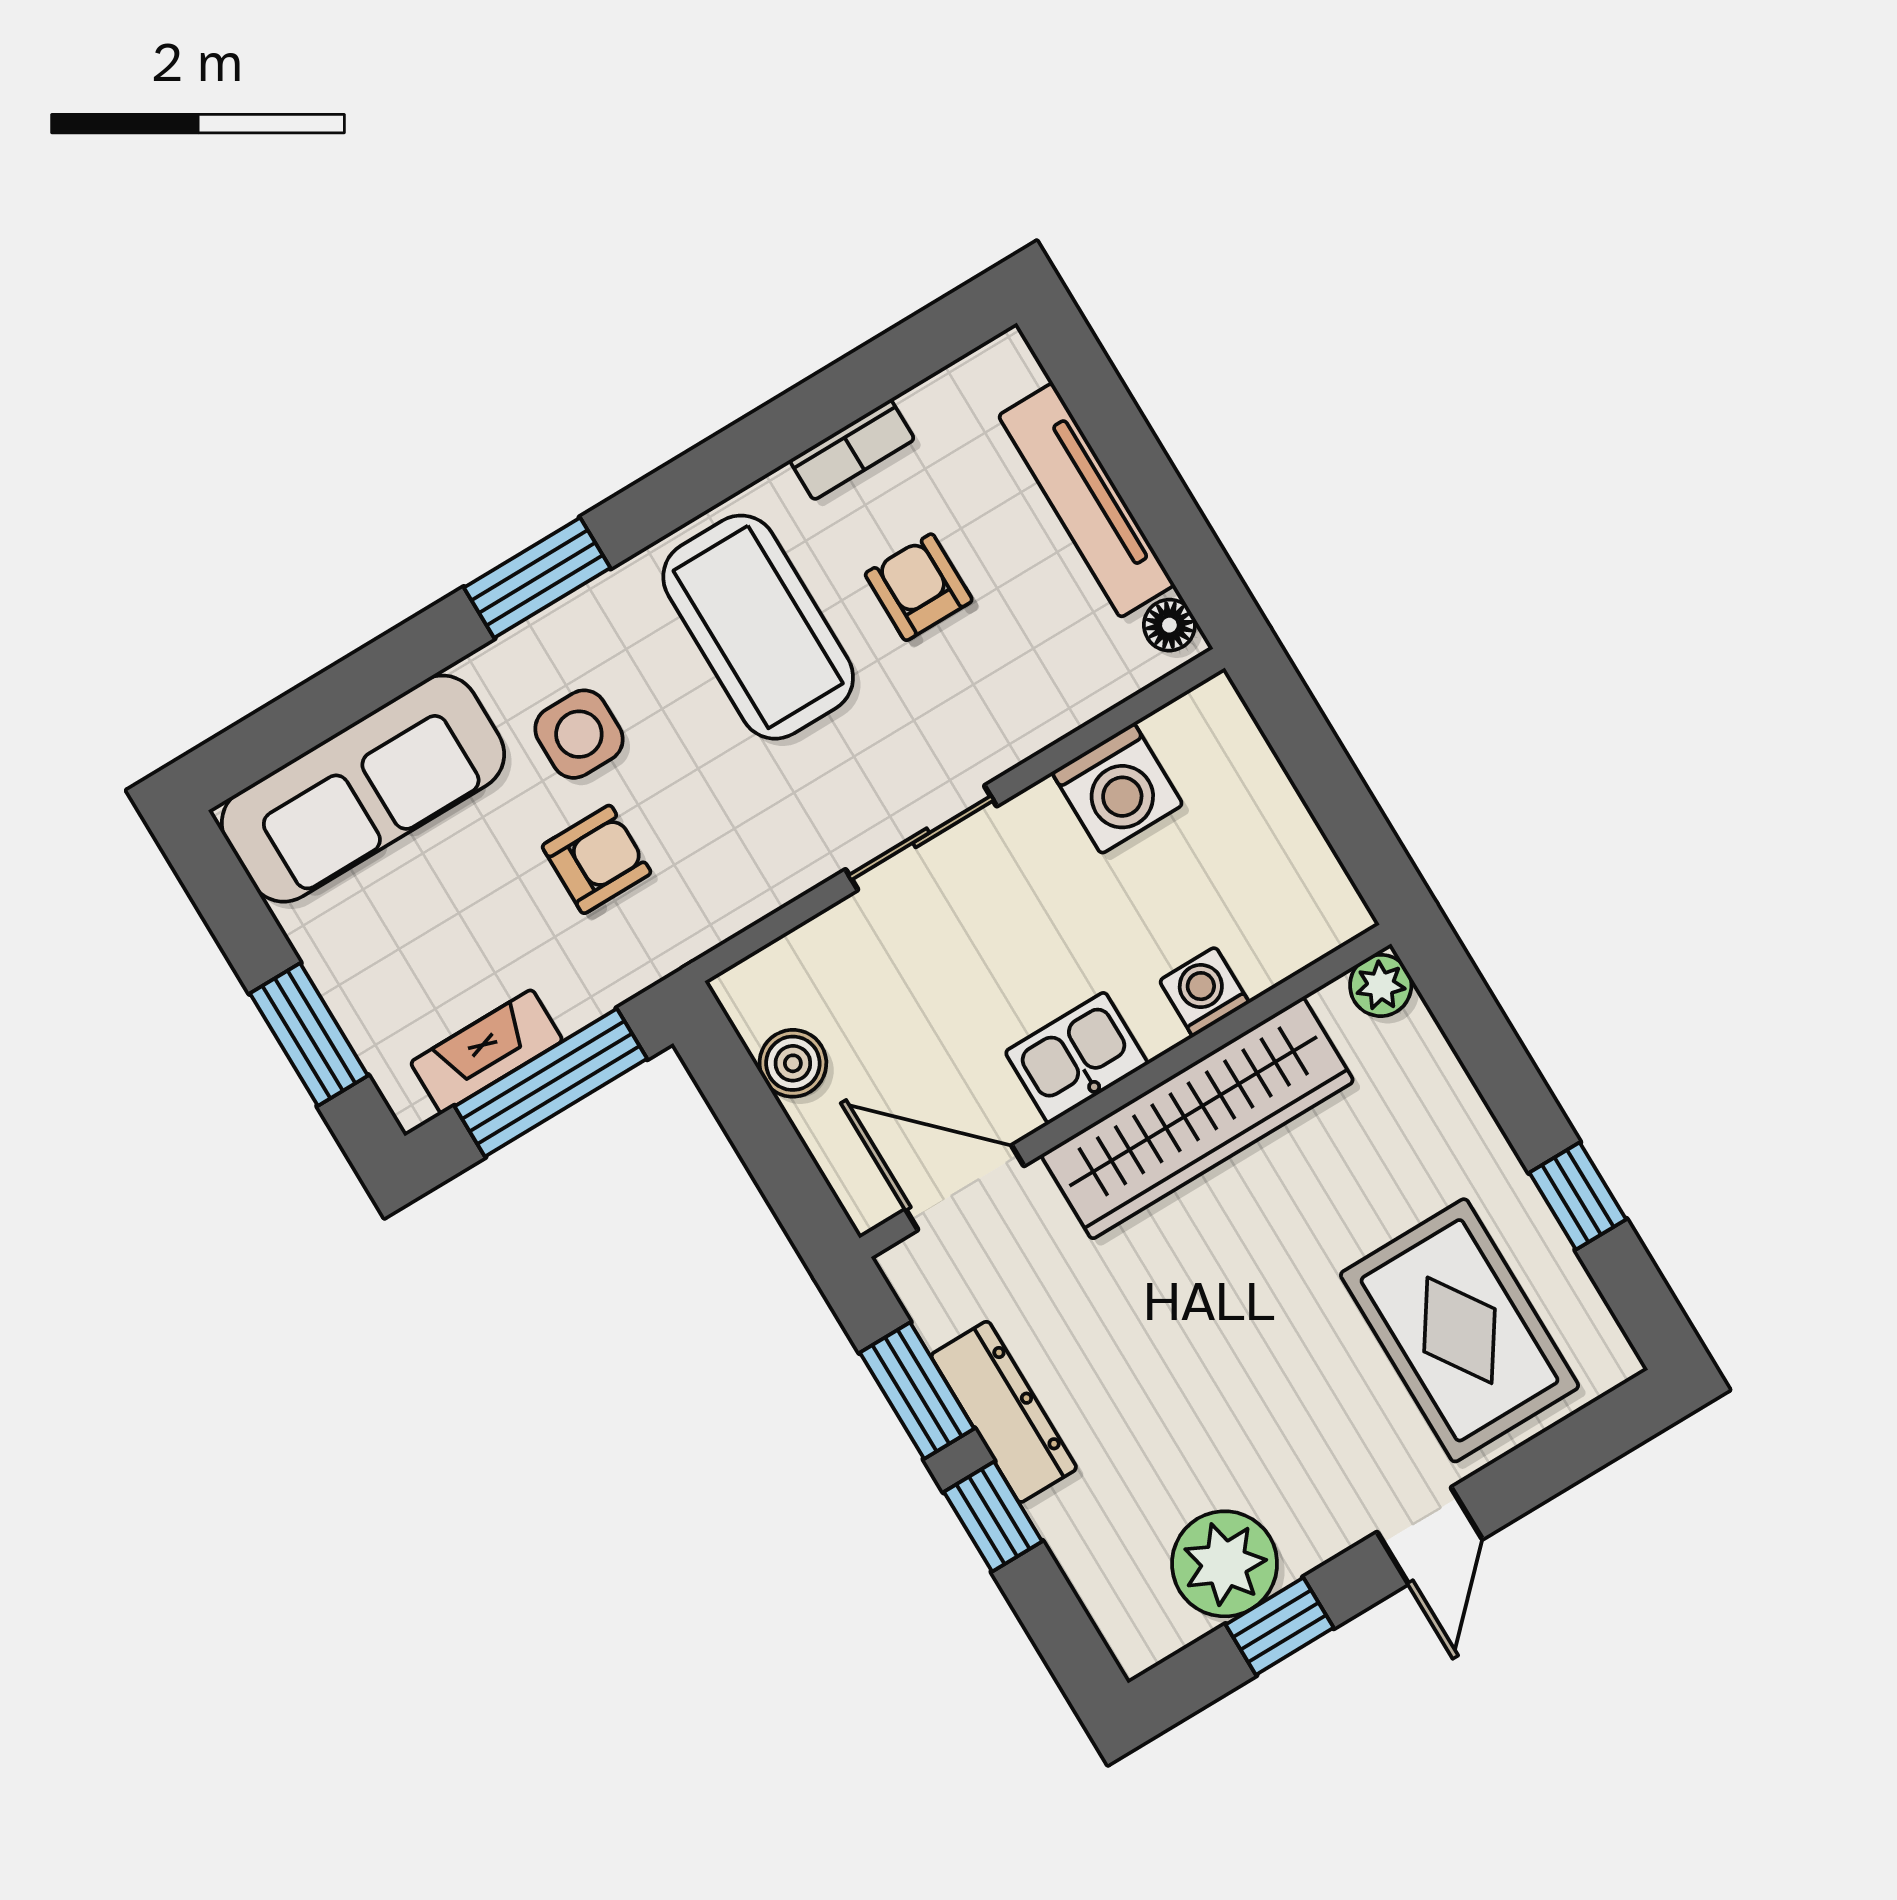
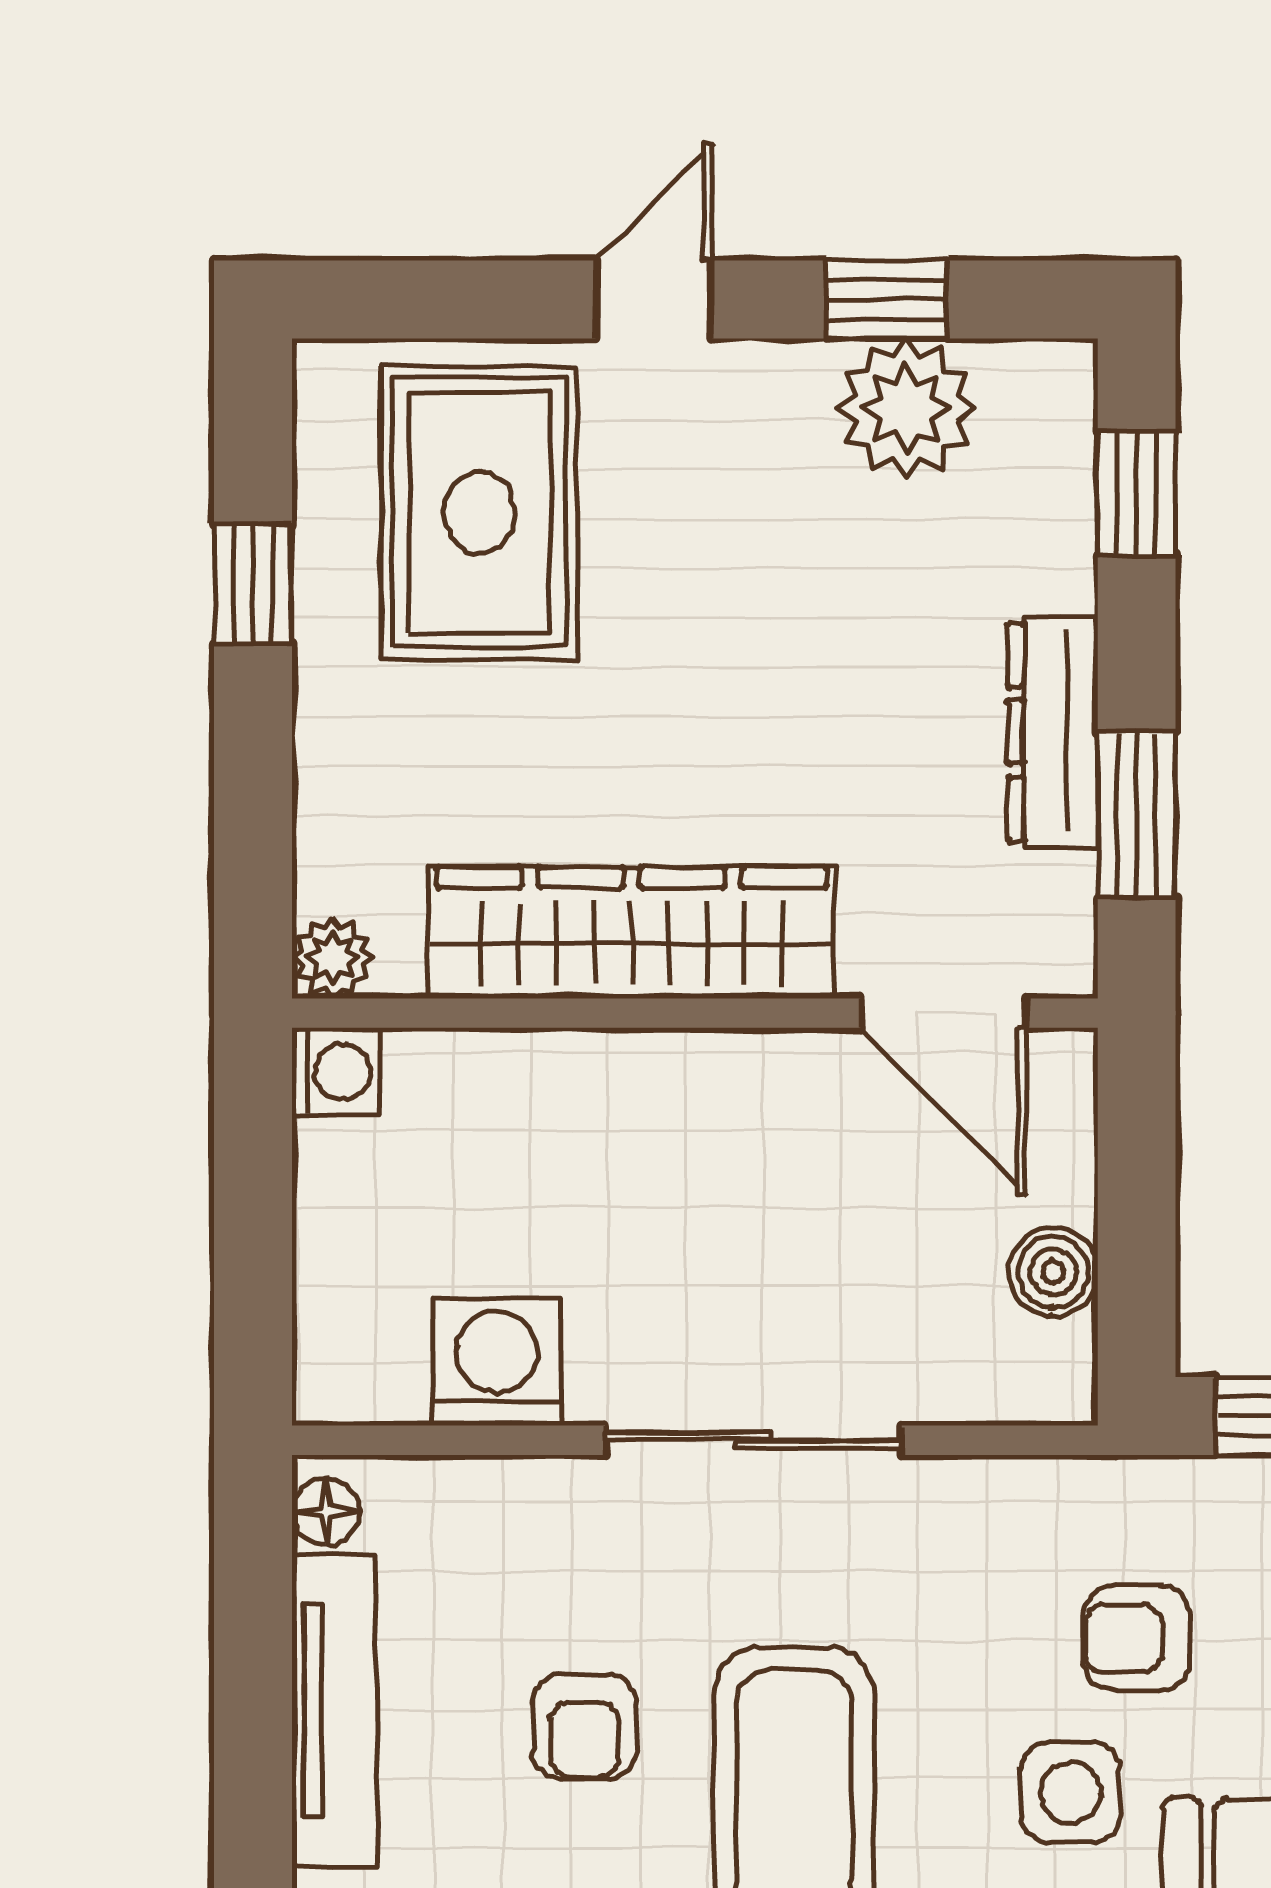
sliding door: (921, 838) -> (753, 1440), width x1.37
washing machine: (1204, 992) -> (336, 1072), moved, turned -90
kitchen sink: (1077, 1058) -> (727, 1084), removed
window: (993, 1517) -> (1137, 494), moved

